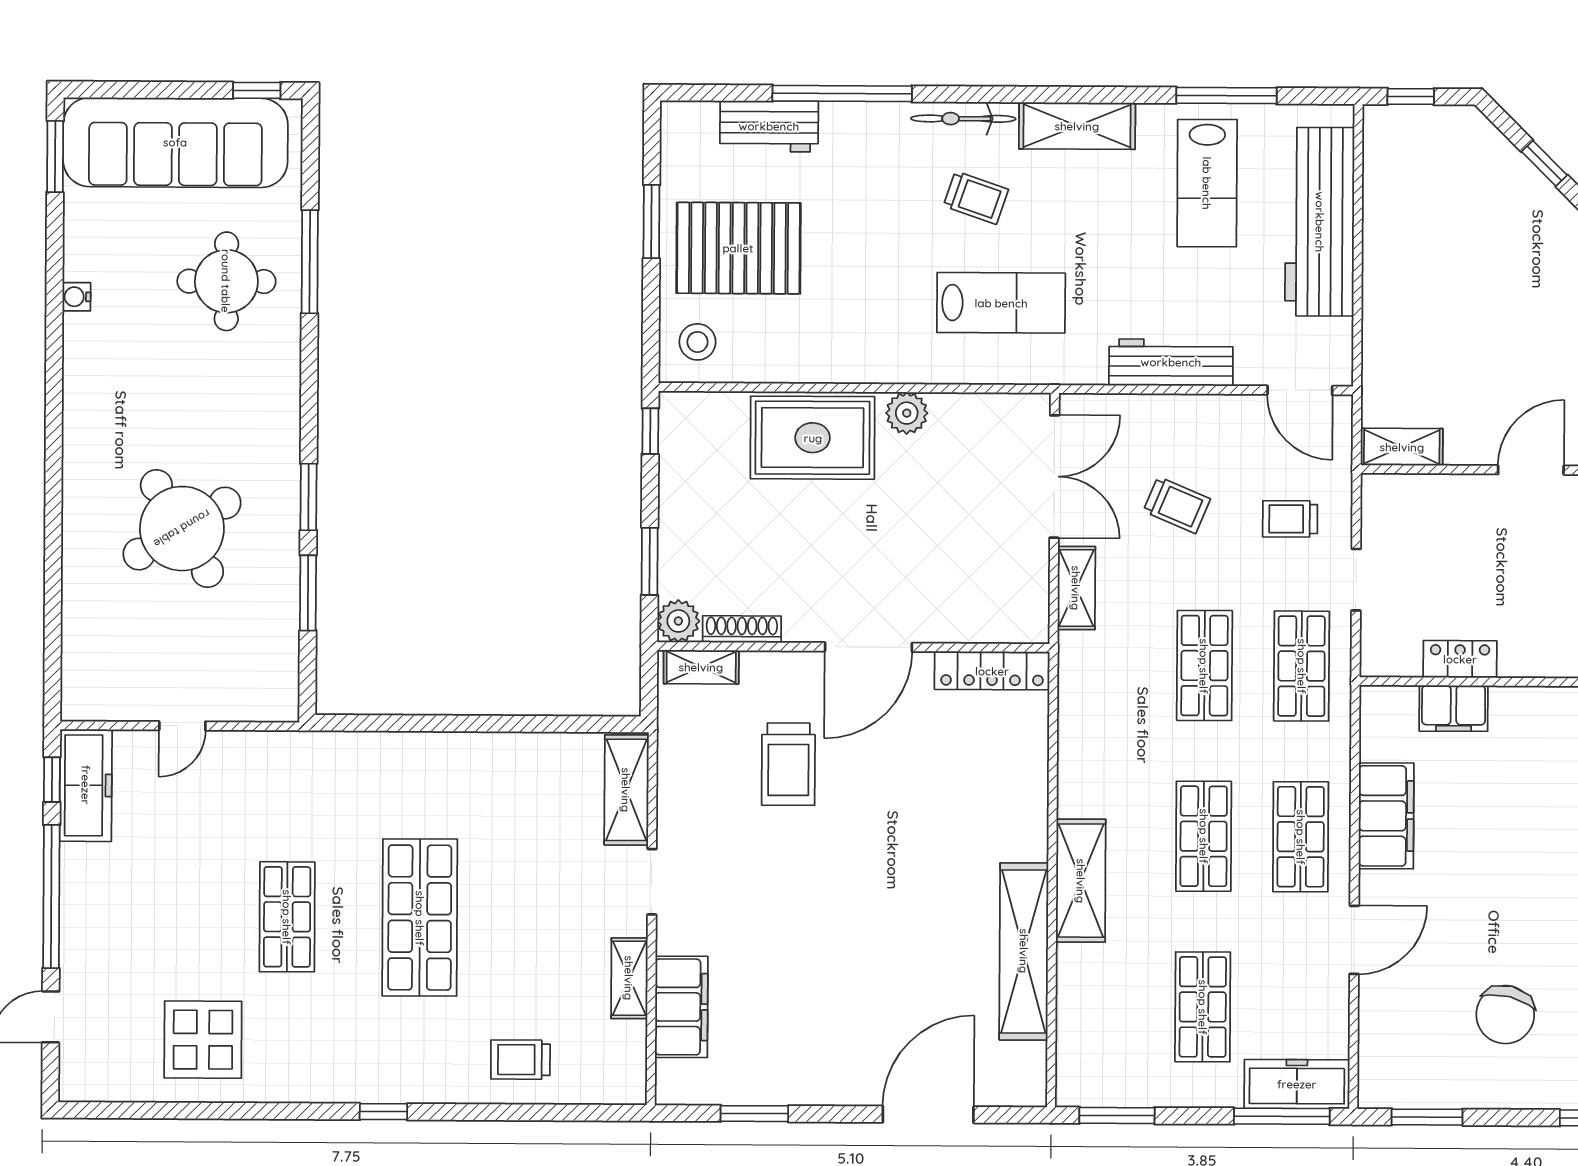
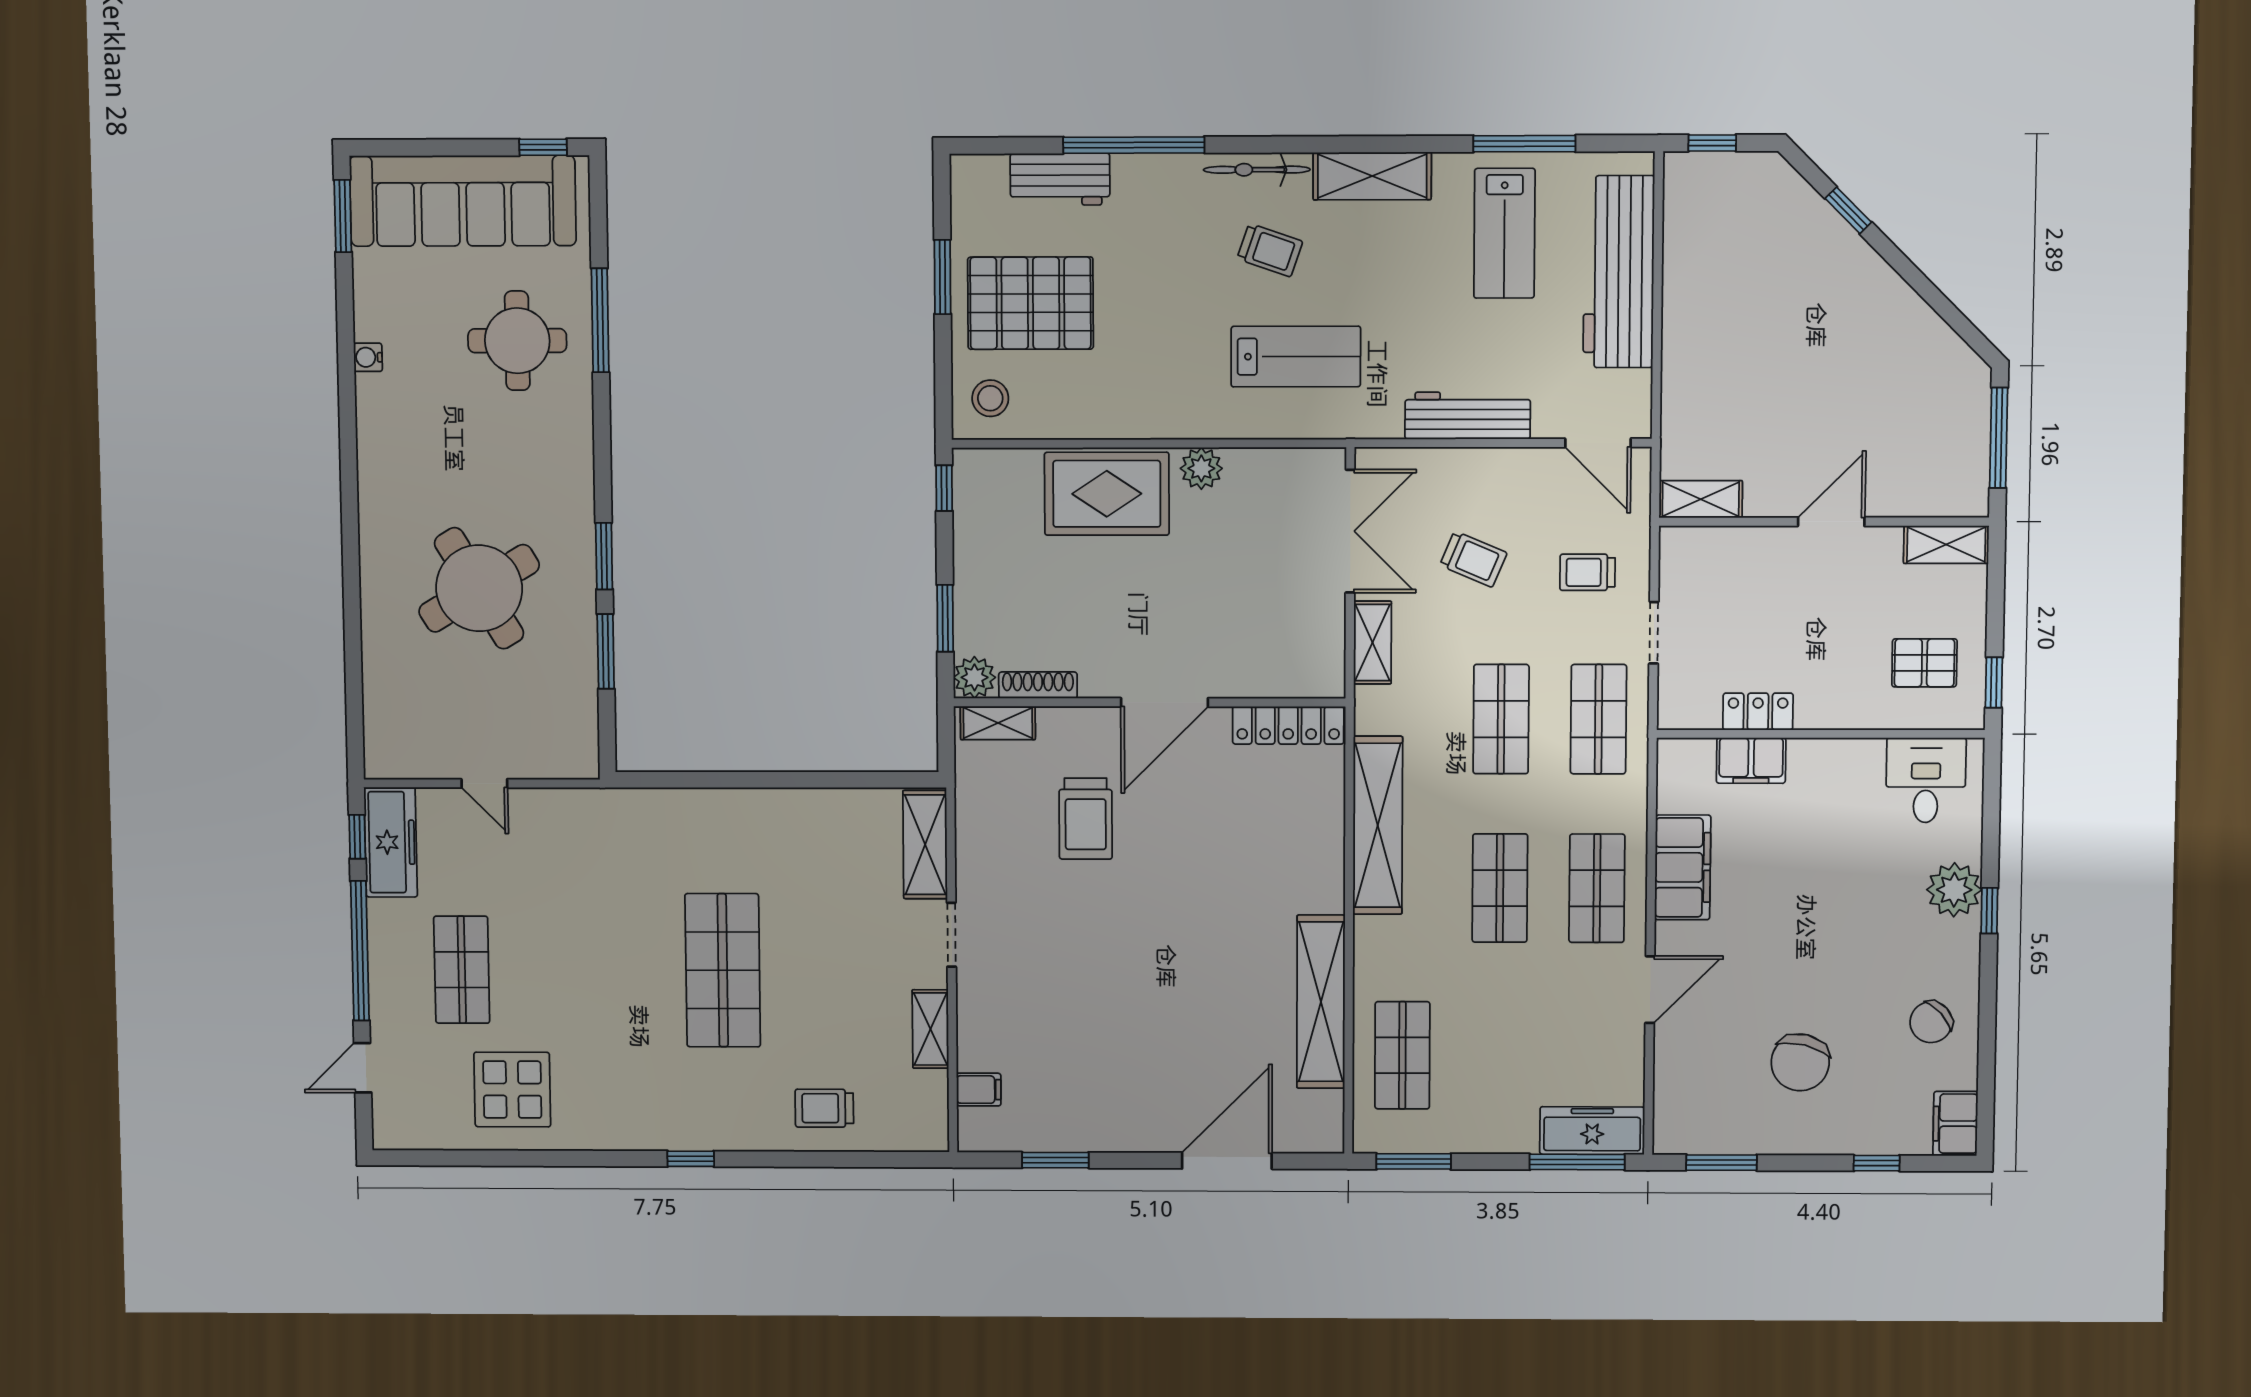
door: (182, 726) -> (484, 783), hinge flipped
shelving: (1081, 881) -> (1378, 825), moved, width x1.47
shop shelf: (287, 917) -> (462, 970), moved
filing cabinet: (681, 1007) -> (979, 1090), width x0.33, depth x0.86
shop shelf: (1203, 1007) -> (1402, 1055), moved

